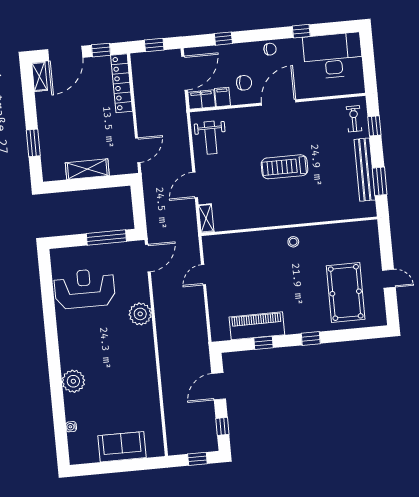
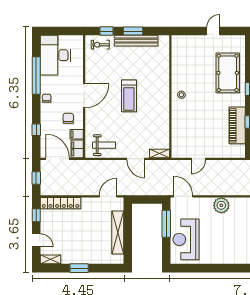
window: (301, 31) -> (36, 75), width x3.17
door: (65, 53) -> (36, 240), width x0.53
door: (279, 102) -> (84, 96), swing flipped
window: (33, 143) -> (79, 268), moved
door: (138, 150) -> (108, 196), hinge flipped
shelving: (87, 169) -> (118, 232), width x1.47
window: (380, 181) -> (133, 31), moved
door: (204, 275) -> (198, 159), hinge flipped
reception desk: (84, 289) -> (186, 239), moved
pool table: (346, 292) -> (228, 73), moved, turned 90

